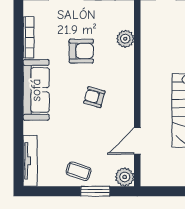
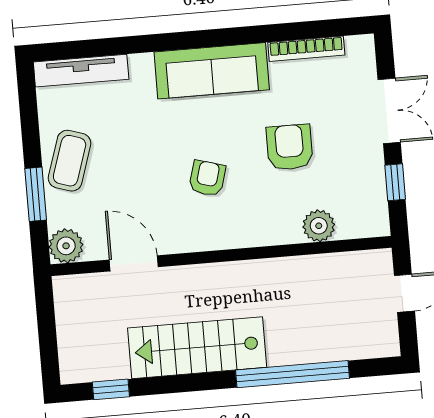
armchair: (81, 51) -> (290, 147), turned 180
coffee table: (79, 171) -> (70, 161), width x1.36, depth x1.30

